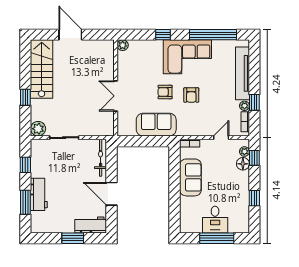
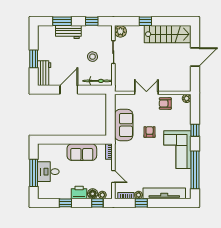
armchair: (191, 95) -> (165, 103), moved
stool: (70, 164) -> (92, 57), added
printer: (241, 181) -> (79, 192), added

